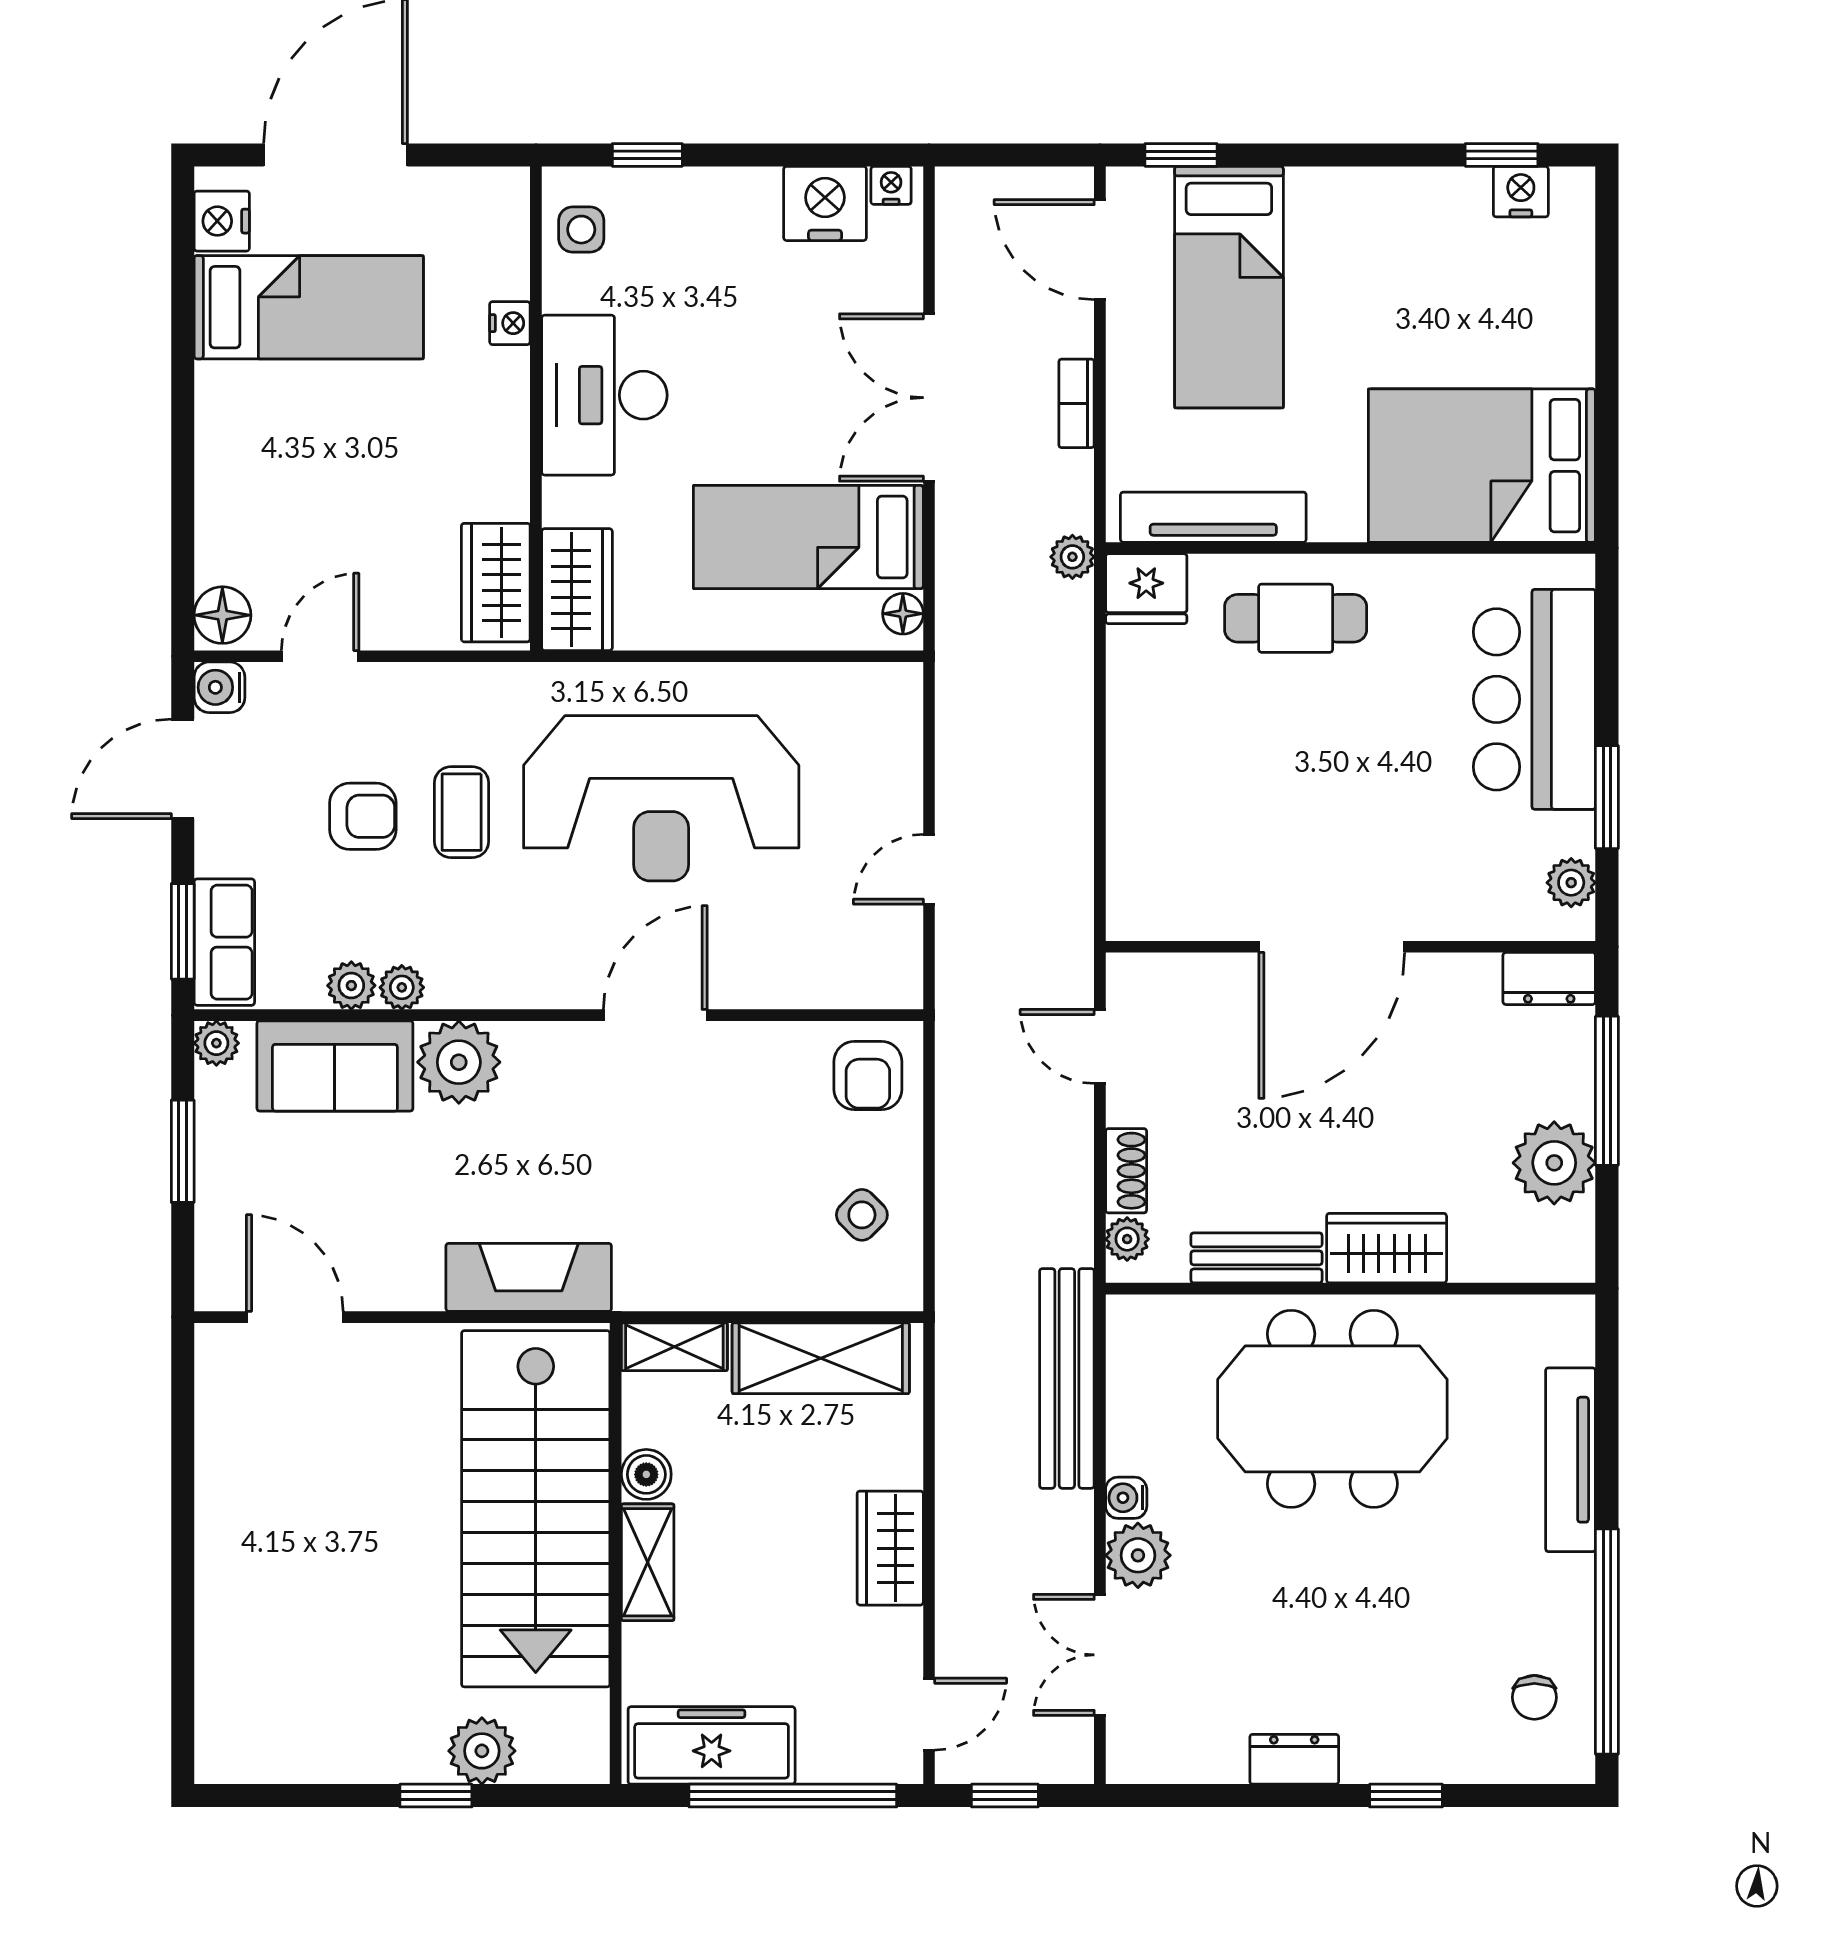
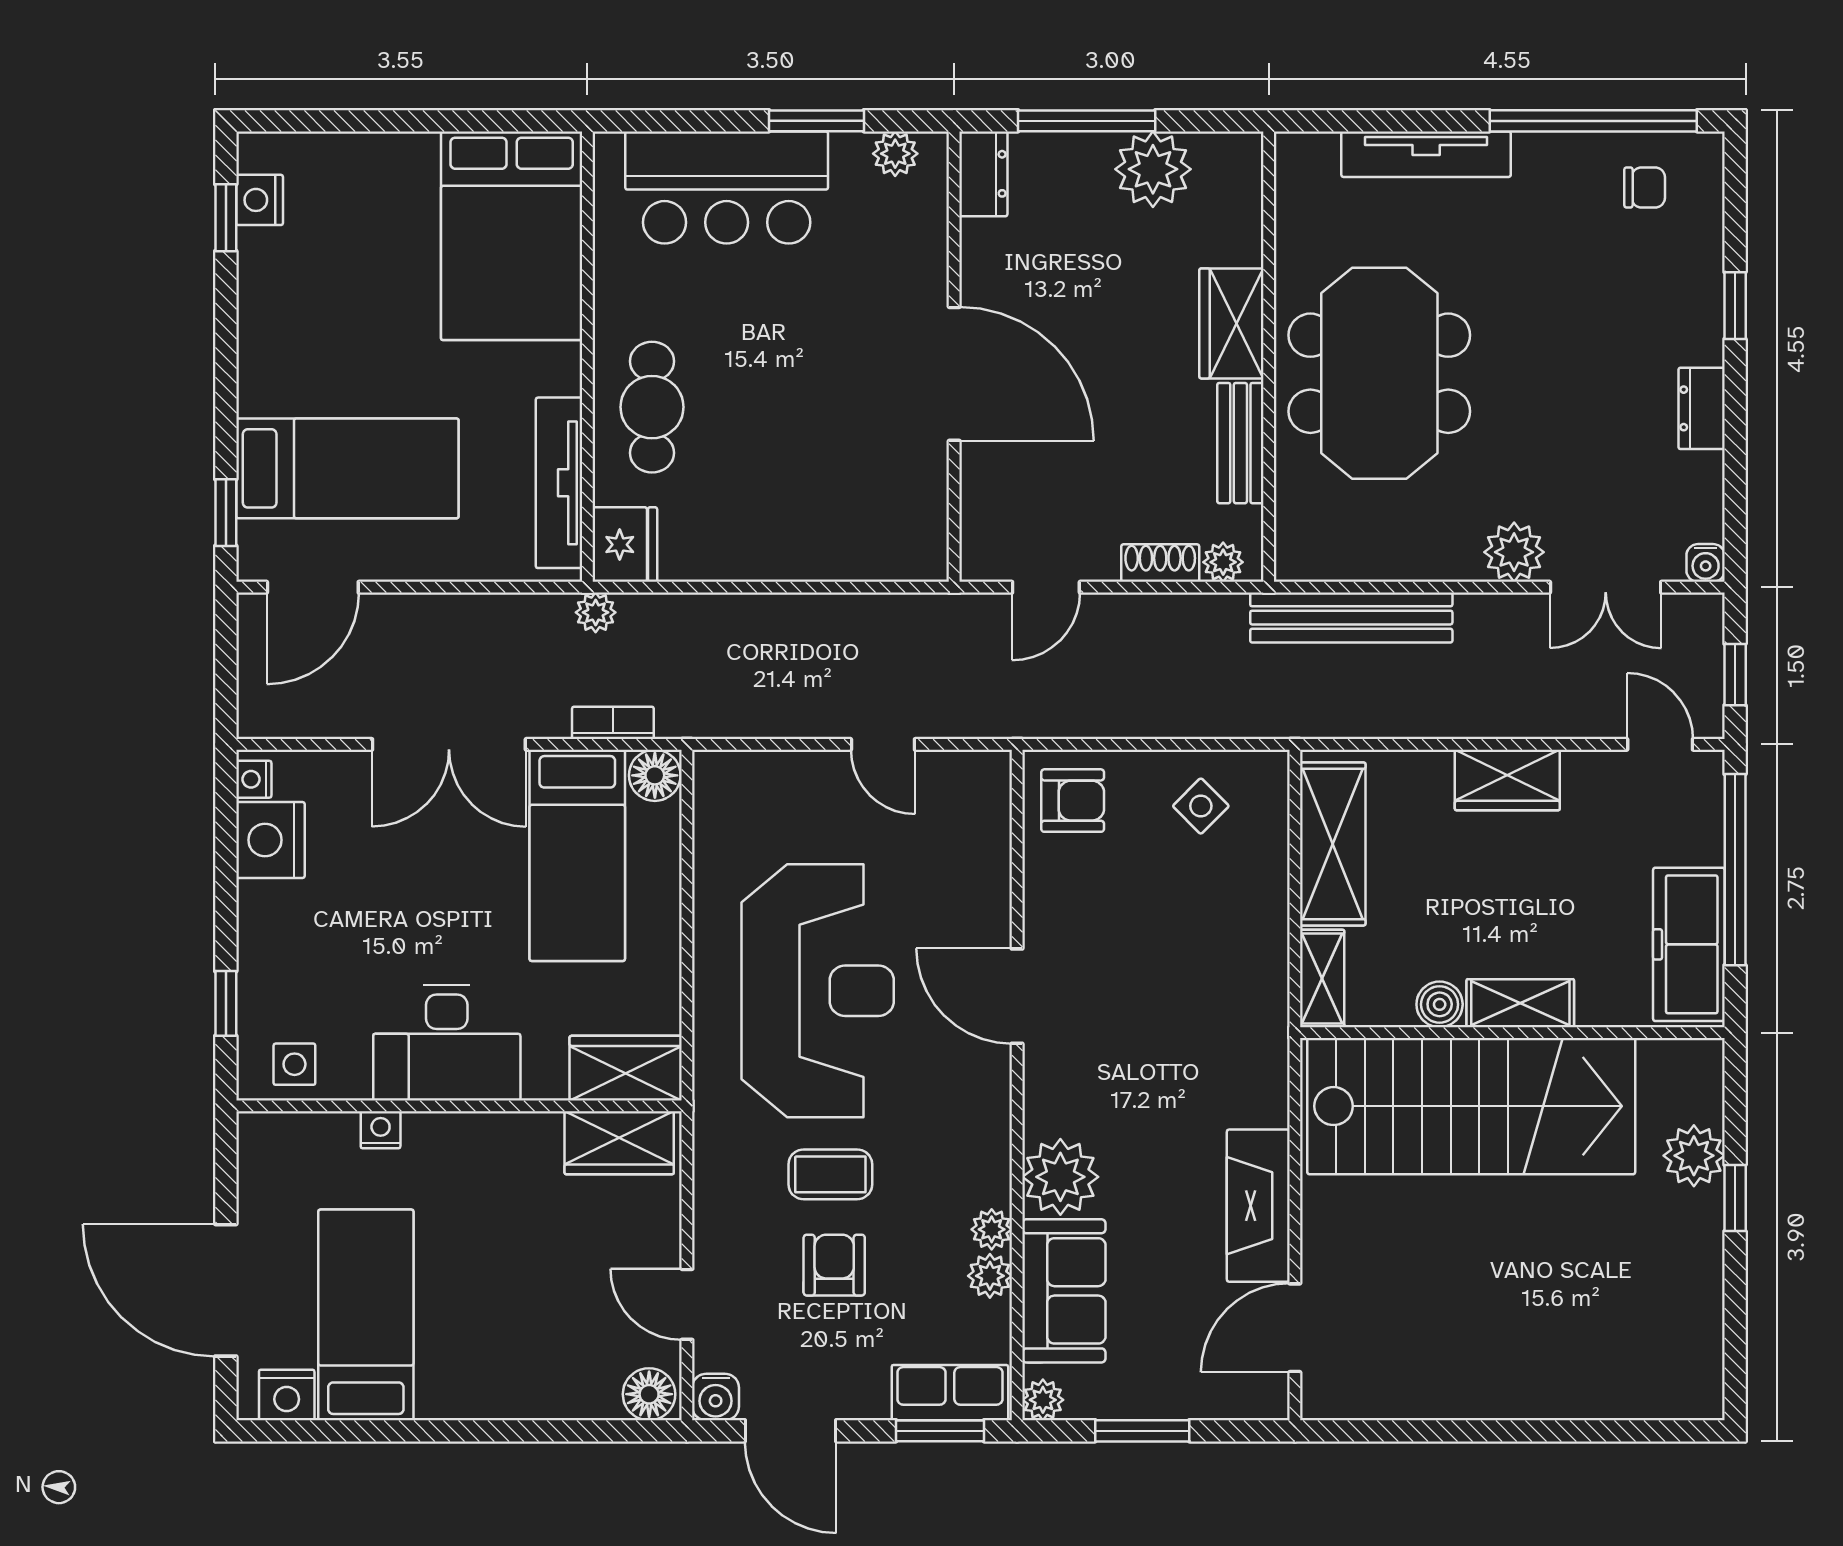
bookcase: (1076, 403) -> (613, 723), moved, turned 180
floor lamp: (903, 614) -> (655, 775), width x1.37, depth x1.37
fireplace: (529, 1277) -> (1258, 1206), moved
water cooler: (1126, 1498) -> (1706, 563), moved

